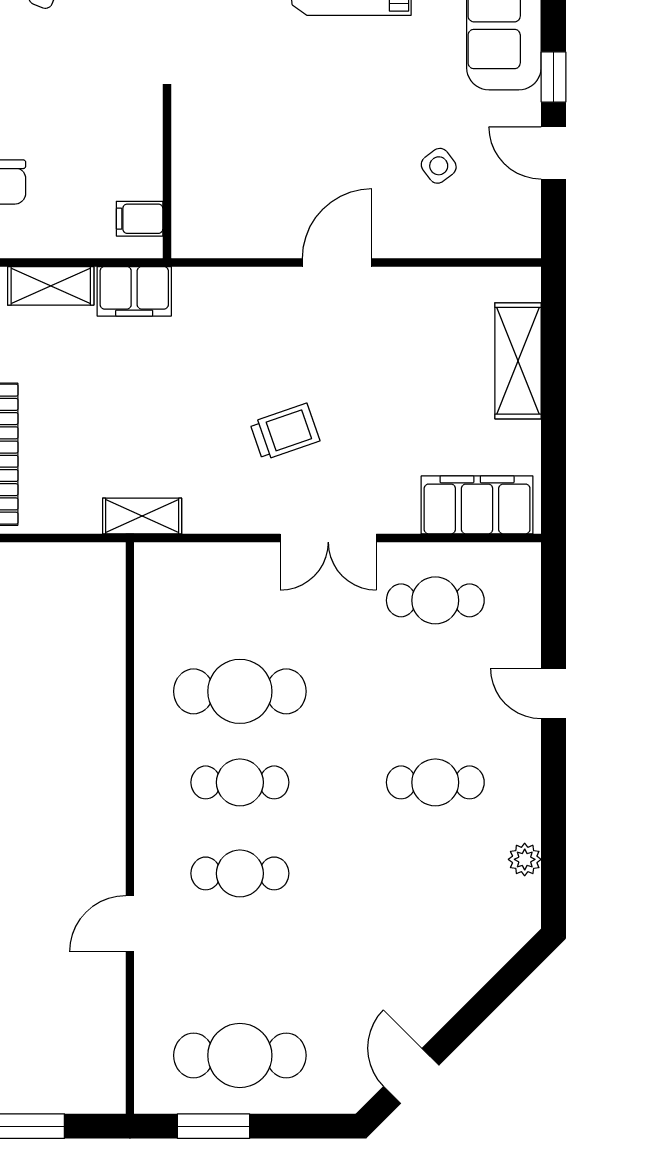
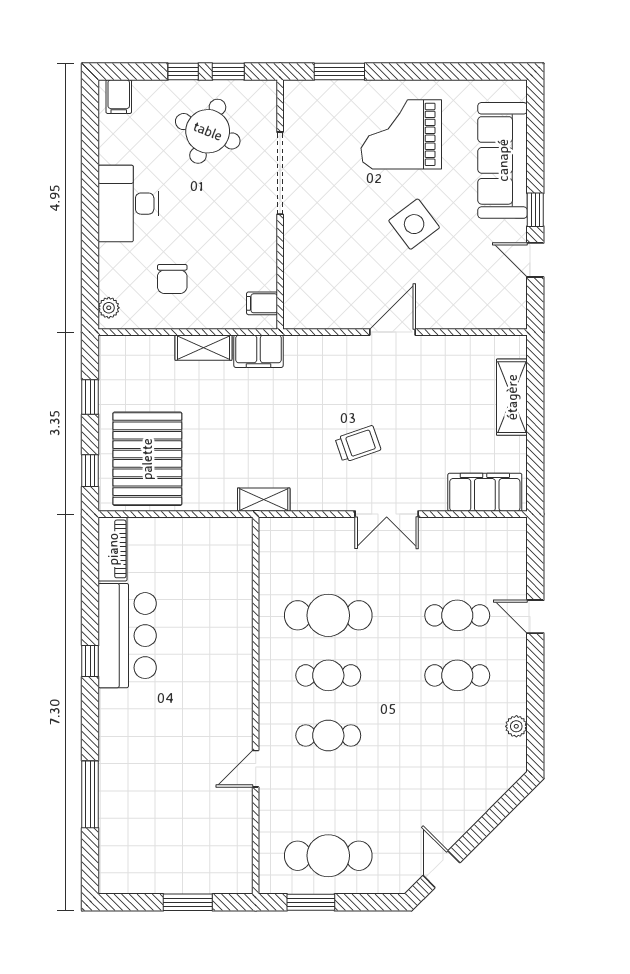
side table: (439, 166) -> (414, 224), moved, width x1.87, depth x1.87
cafe table: (435, 600) -> (457, 615), moved

